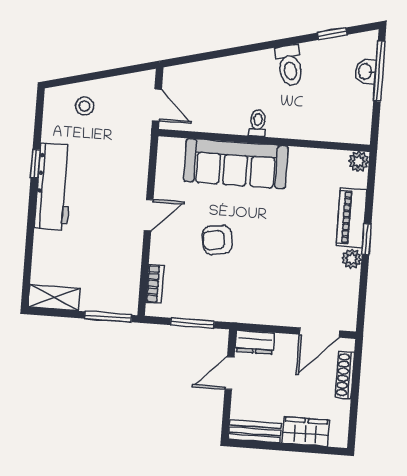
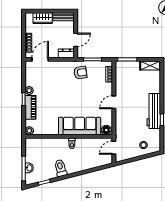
door: (157, 105) -> (114, 148), hinge flipped
floor lamp: (172, 149) -> (106, 130), added
armchair: (217, 240) -> (80, 73), moved

